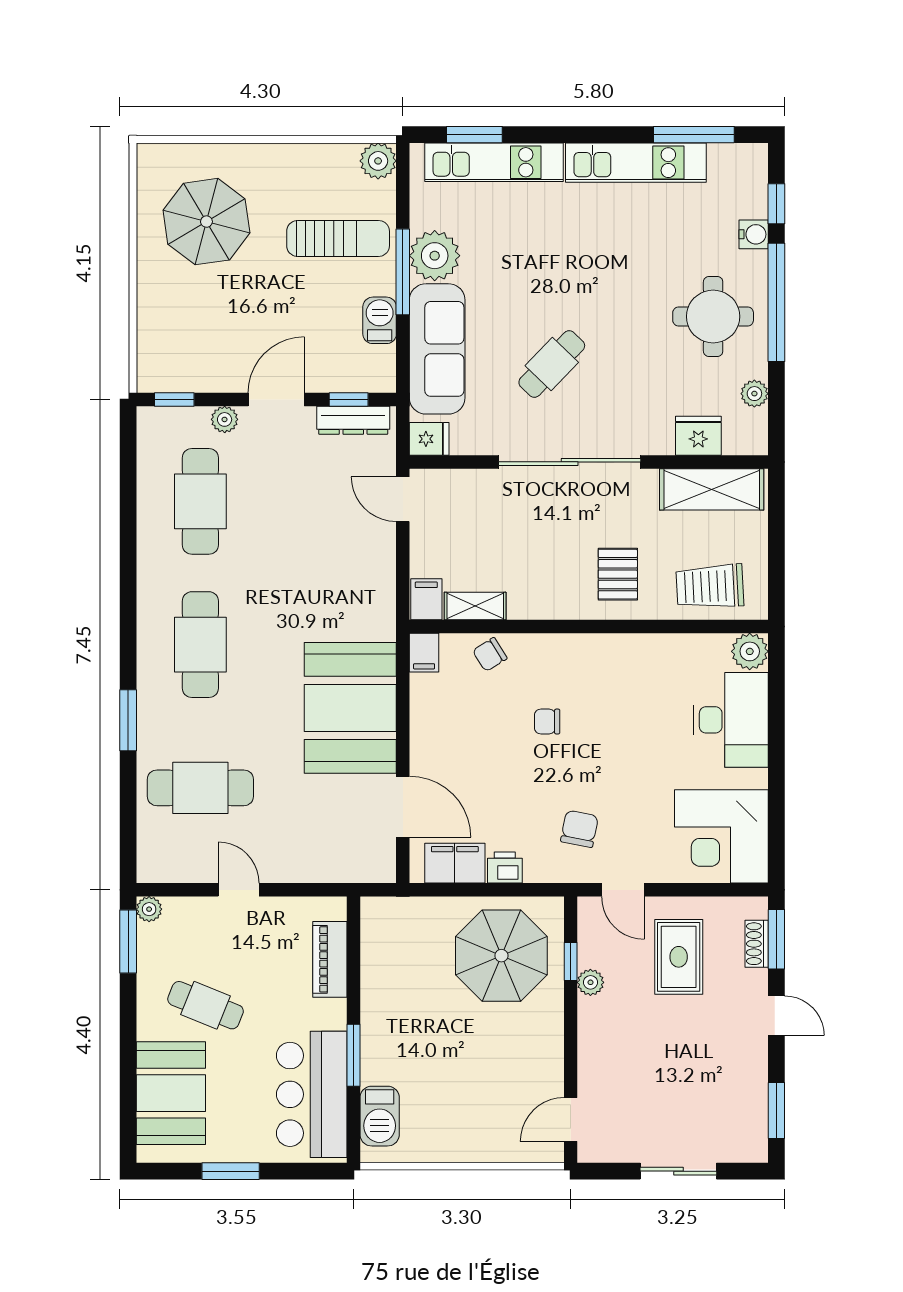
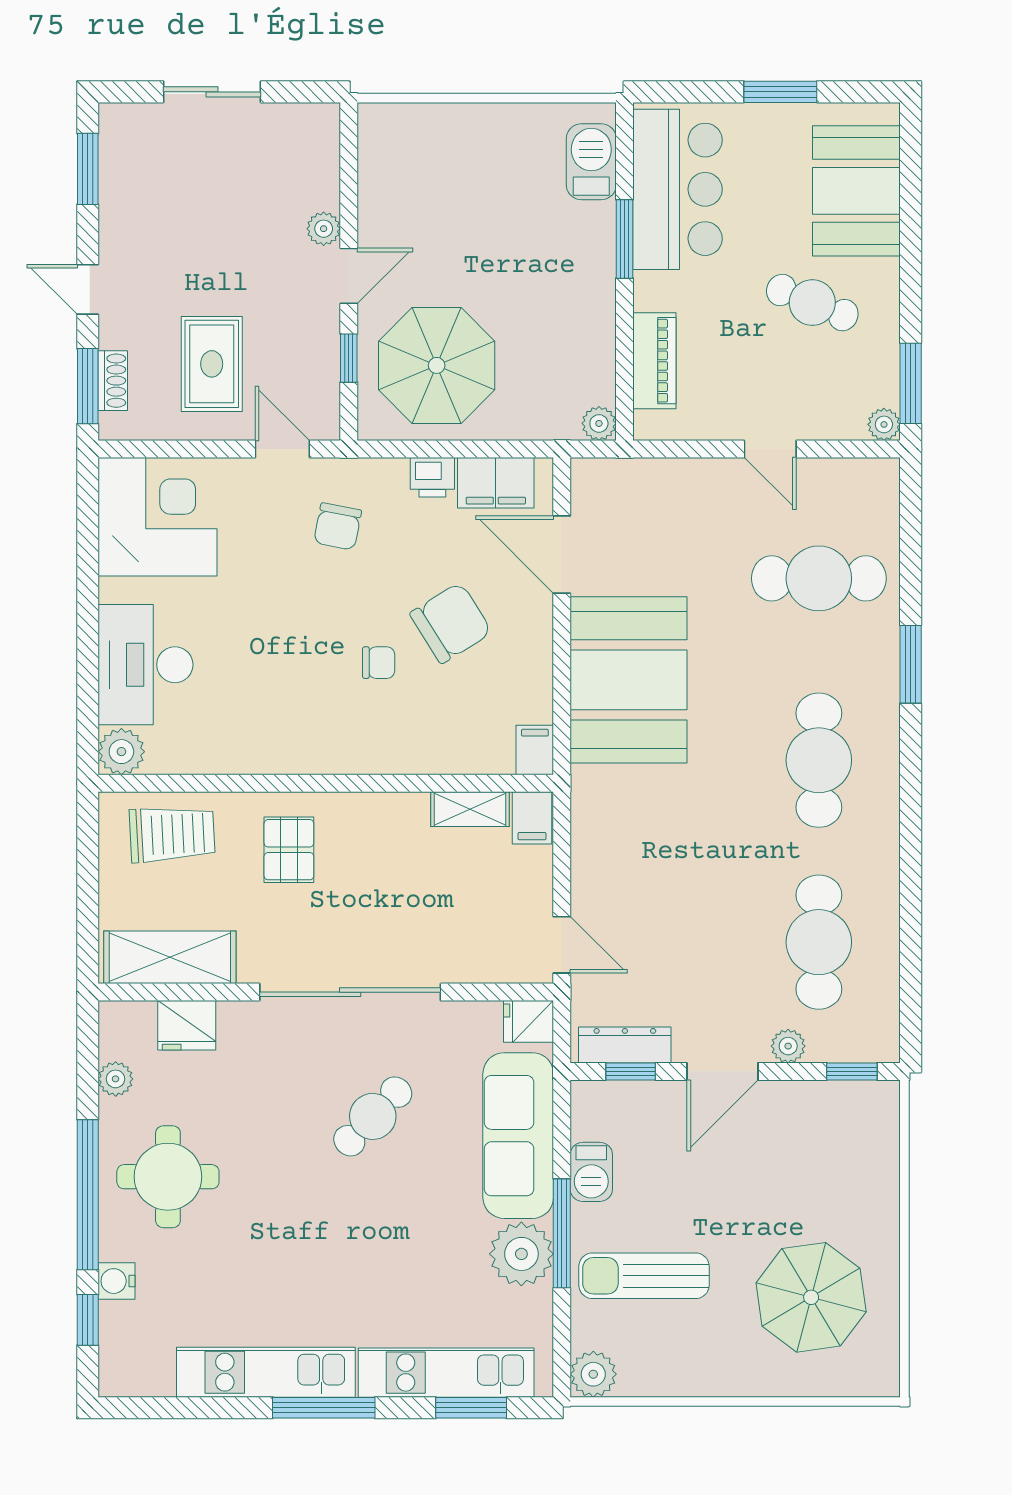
window: (694, 135) -> (324, 1408), moved
chair: (490, 654) -> (451, 623), moved, width x1.87, depth x1.87
plant: (374, 910) -> (599, 423), added
plant: (590, 982) -> (324, 229), moved
door: (571, 1119) -> (349, 276), moved

